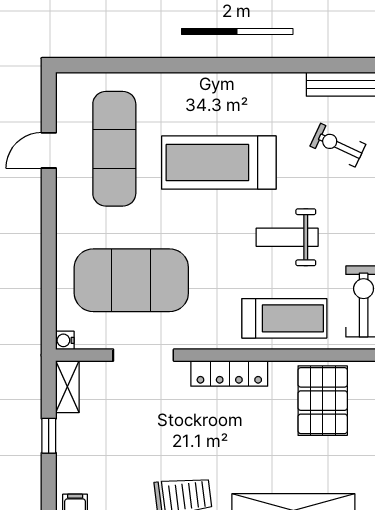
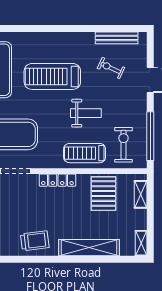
weight bench: (287, 237) -> (86, 113), turned 180
treadmill: (284, 318) -> (85, 153), turned 180

